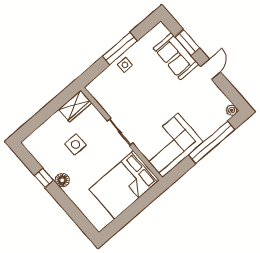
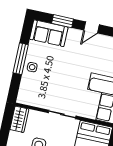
sofa: (176, 56) -> (49, 33), moved
door: (211, 69) -> (91, 27), swing flipped

